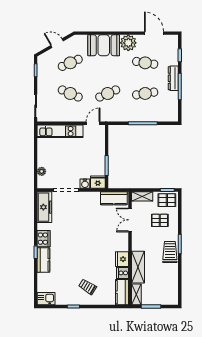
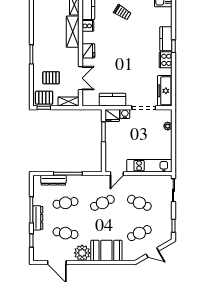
dresser: (157, 117) -> (53, 180), added
kitchen counter: (114, 198) -> (113, 100), moved
trolley: (170, 252) -> (41, 47), removed
fridge: (122, 259) -> (88, 51), moved

